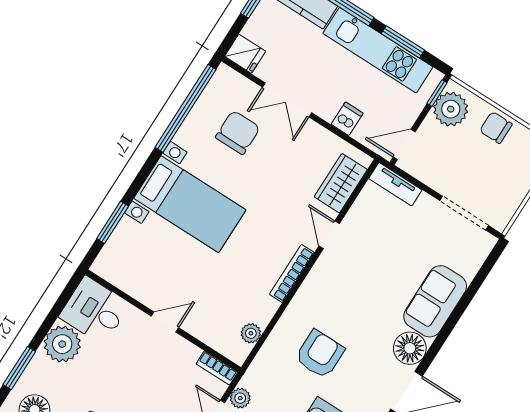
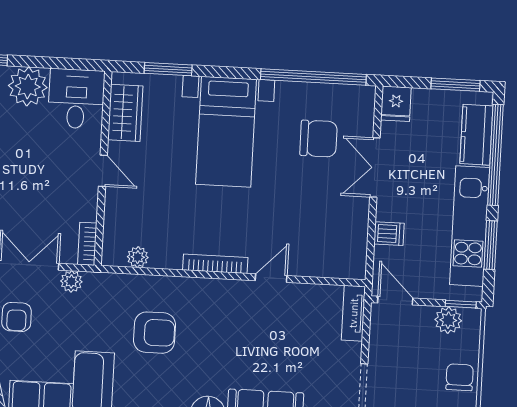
plant: (451, 109) -> (448, 320), width x0.73, depth x0.73
wardrobe: (341, 183) -> (125, 113), moved, turned 90

